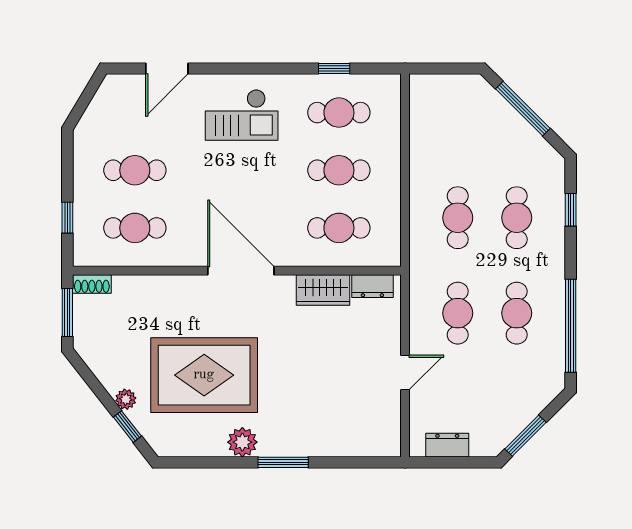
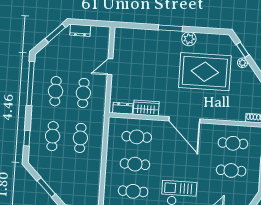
window: (523, 109) -> (46, 187), width x0.69
dresser: (447, 445) -> (80, 30), moved

